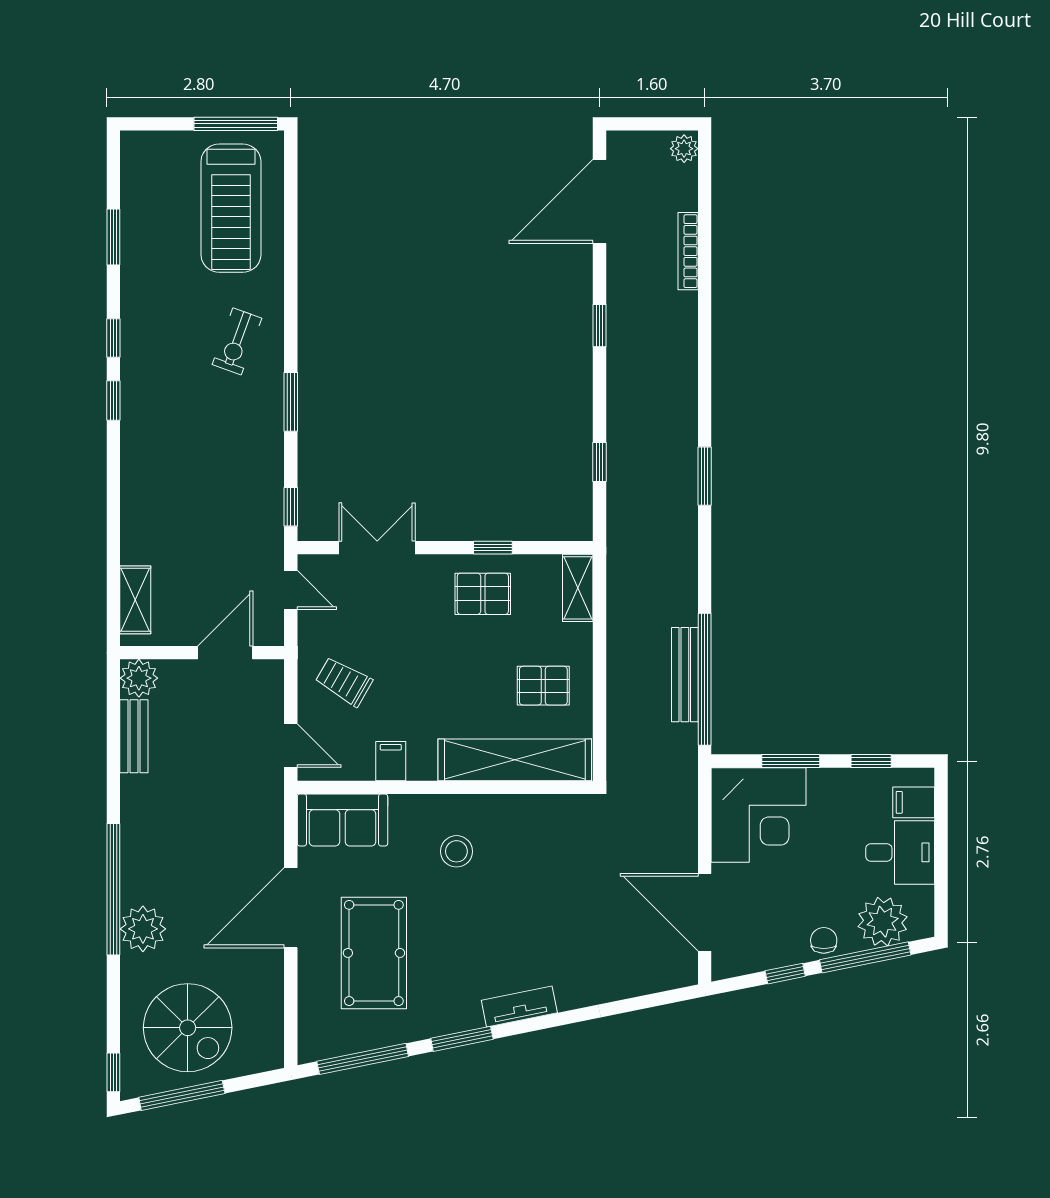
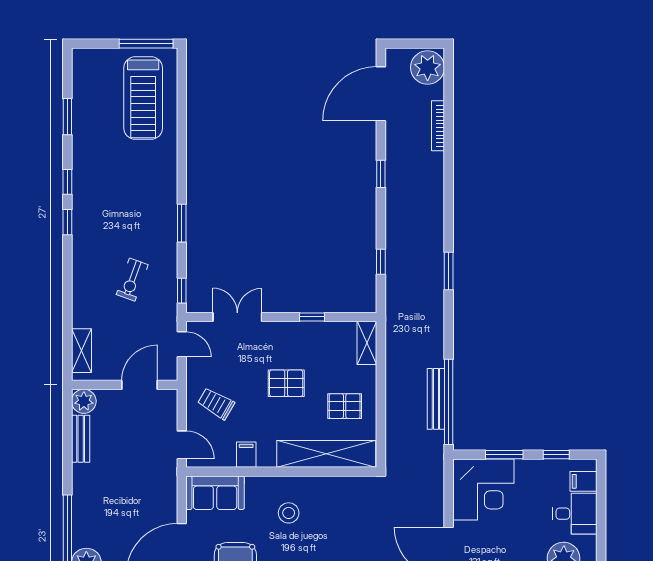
plant: (684, 149) -> (428, 67), width x1.88, depth x1.88
exercise bike: (237, 341) -> (132, 280), moved
pallet: (483, 594) -> (286, 383), moved

